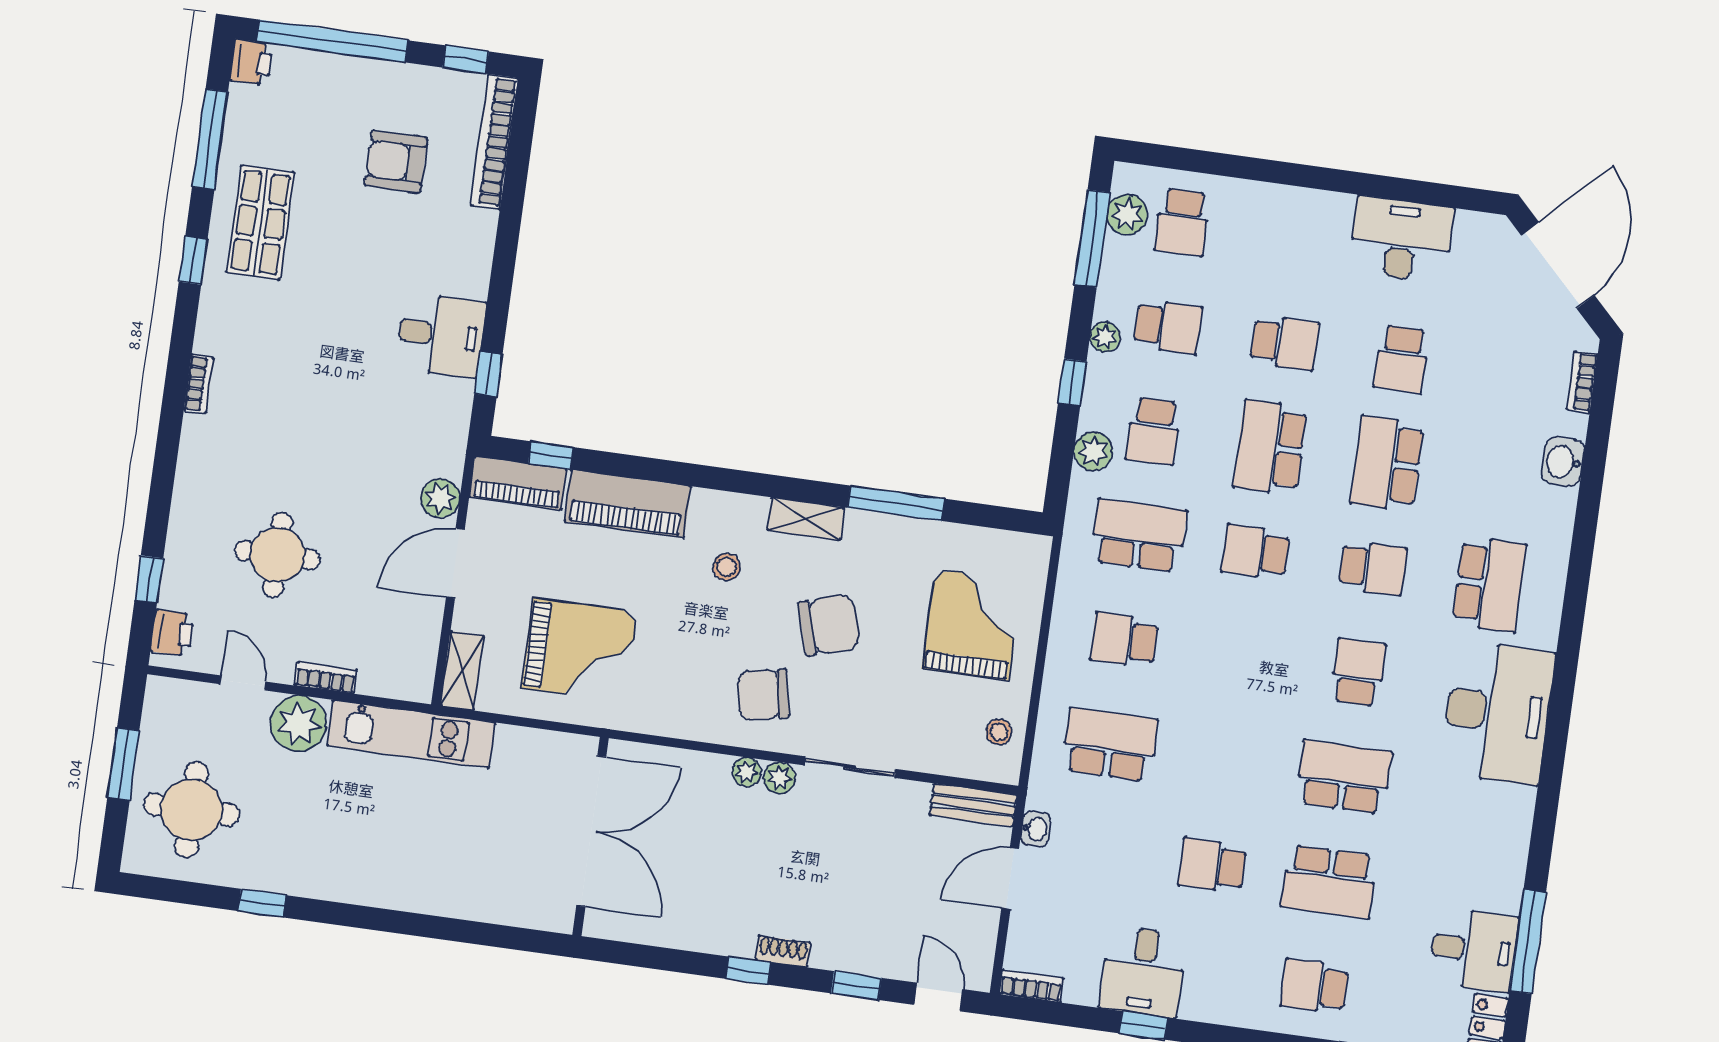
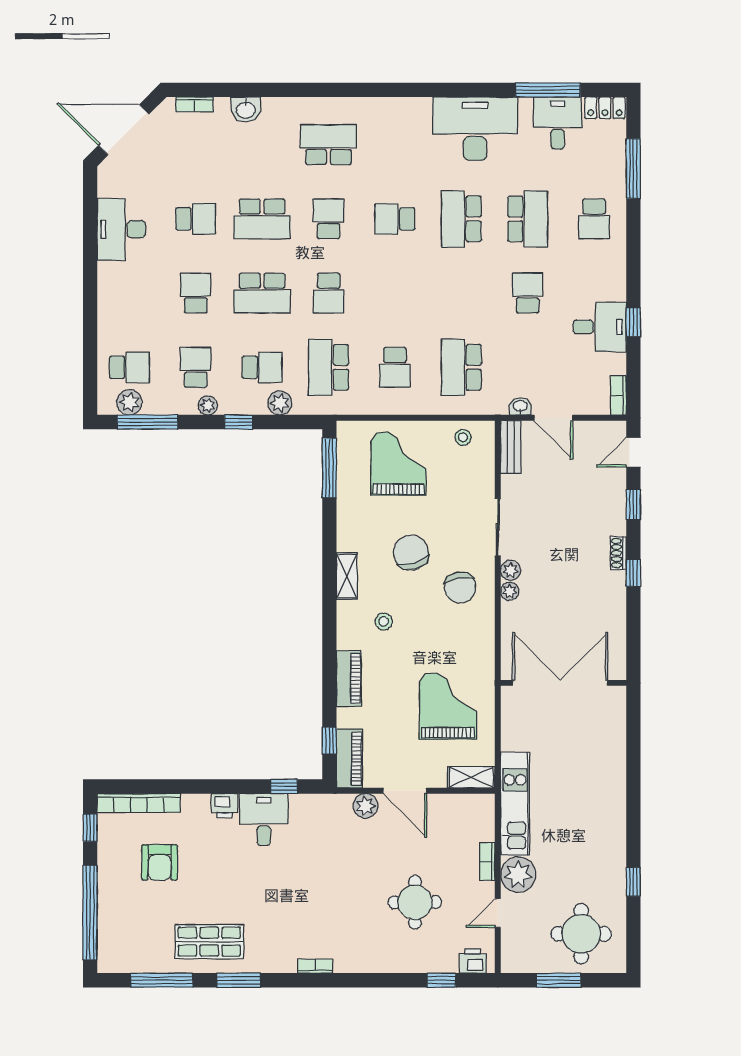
printer: (251, 62) -> (225, 806), moved, turned 180
window: (193, 260) -> (239, 980), width x1.50
window: (896, 503) -> (329, 468), moved
piano: (628, 504) -> (349, 678), width x0.73, depth x0.75
grand piano: (972, 625) -> (398, 464), turned 90
desk: (1497, 713) -> (475, 129), moved
school desk: (1212, 865) -> (528, 293), turned 180

